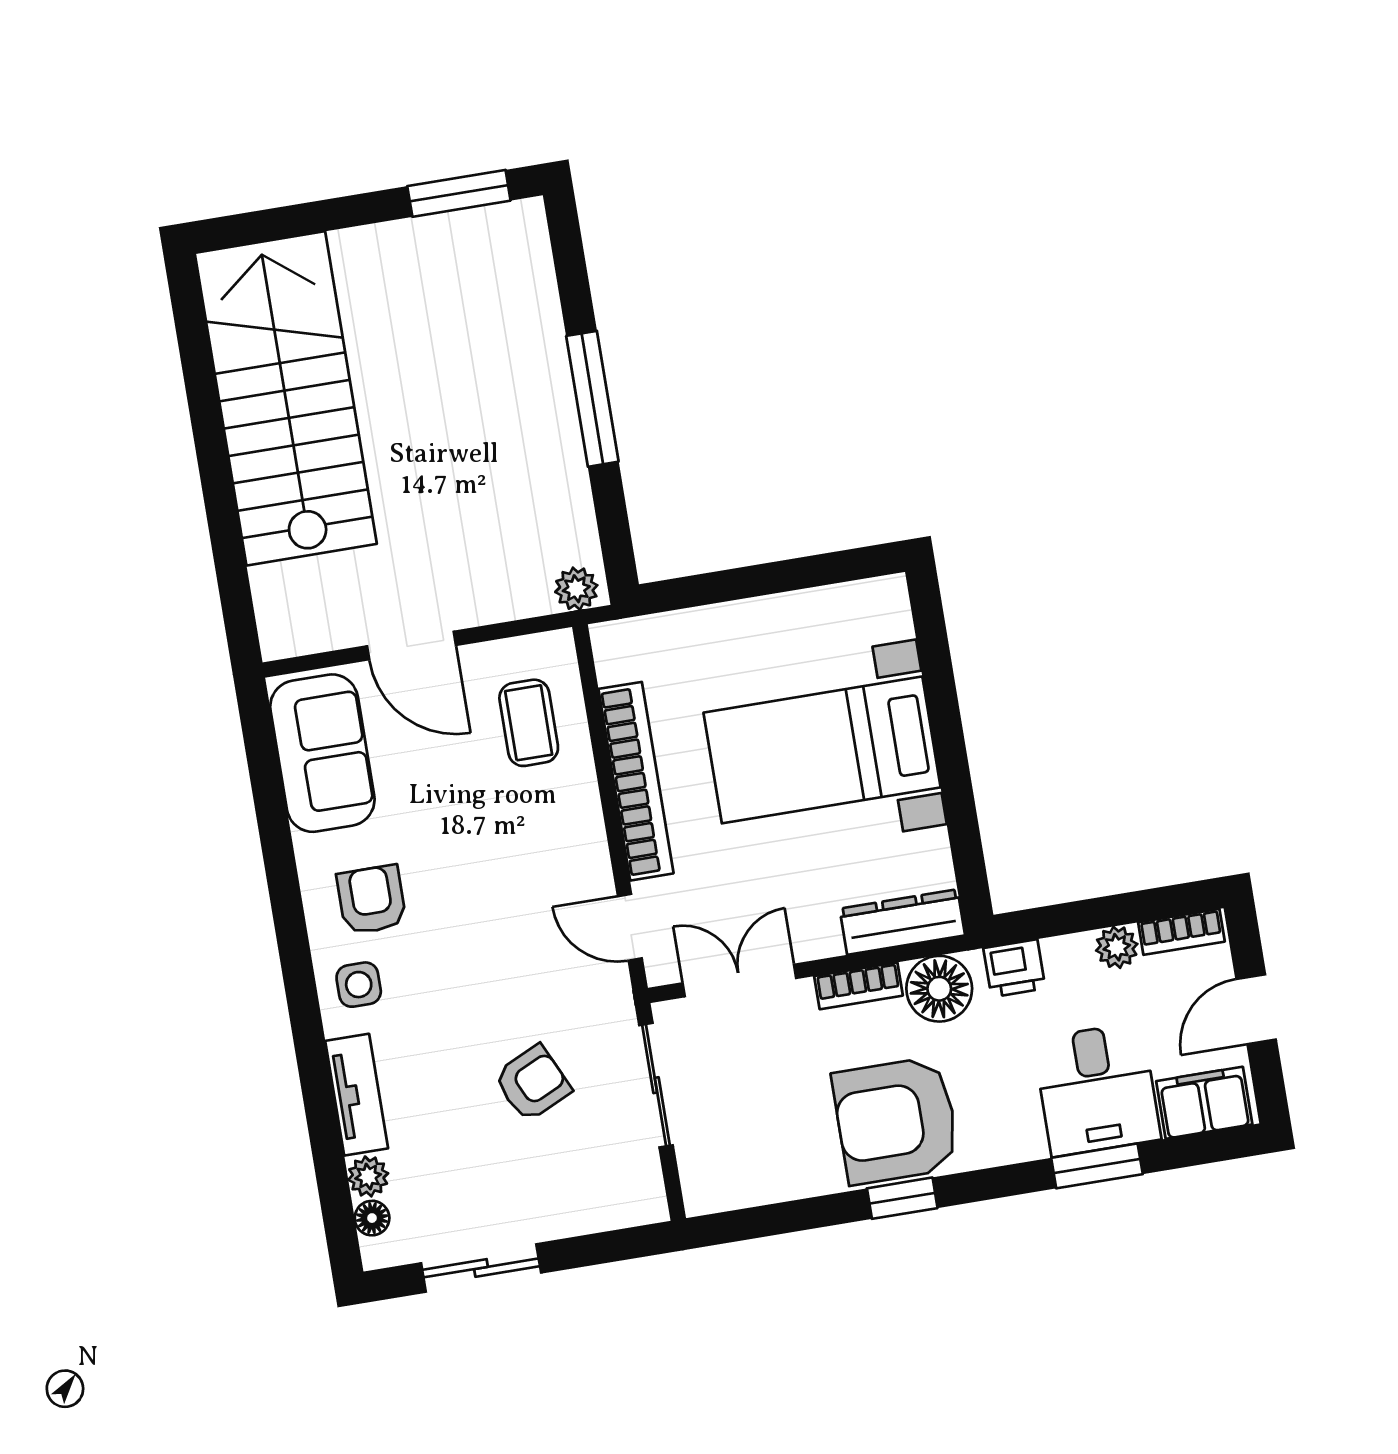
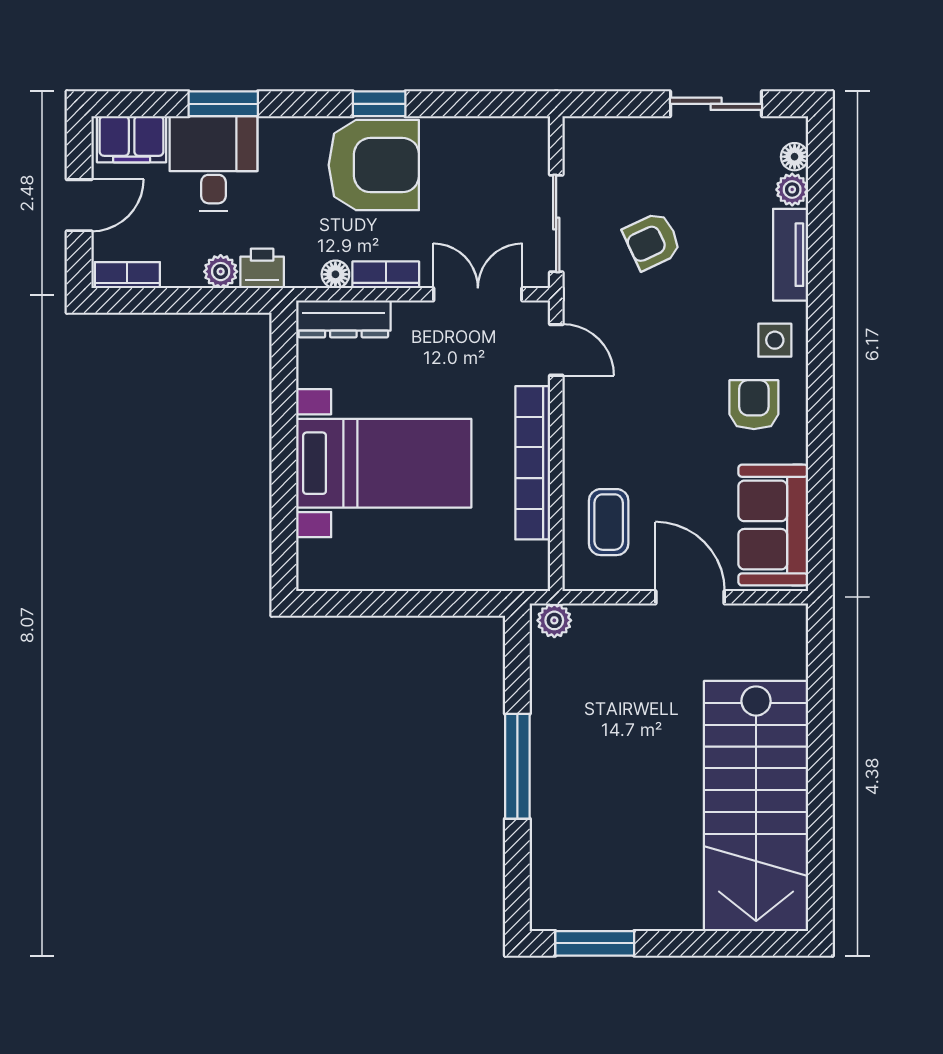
armchair: (371, 900) -> (754, 405), turned 180
plant: (1117, 947) -> (221, 272), moved
double door: (739, 981) -> (478, 294), swing flipped
floor lamp: (939, 989) -> (335, 274), width x0.53, depth x0.53

